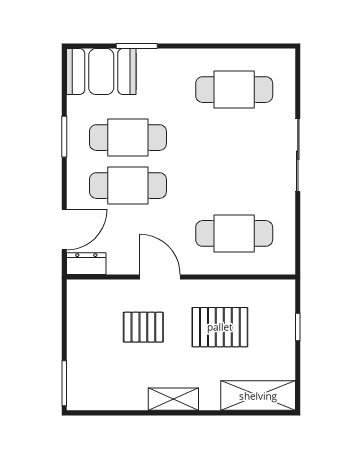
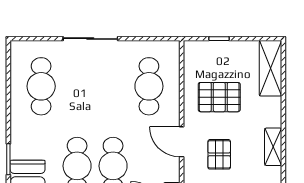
door: (160, 277) -> (182, 142), hinge flipped
pallet: (220, 327) -> (219, 97), turned 90
shelving: (173, 399) -> (273, 147), moved

